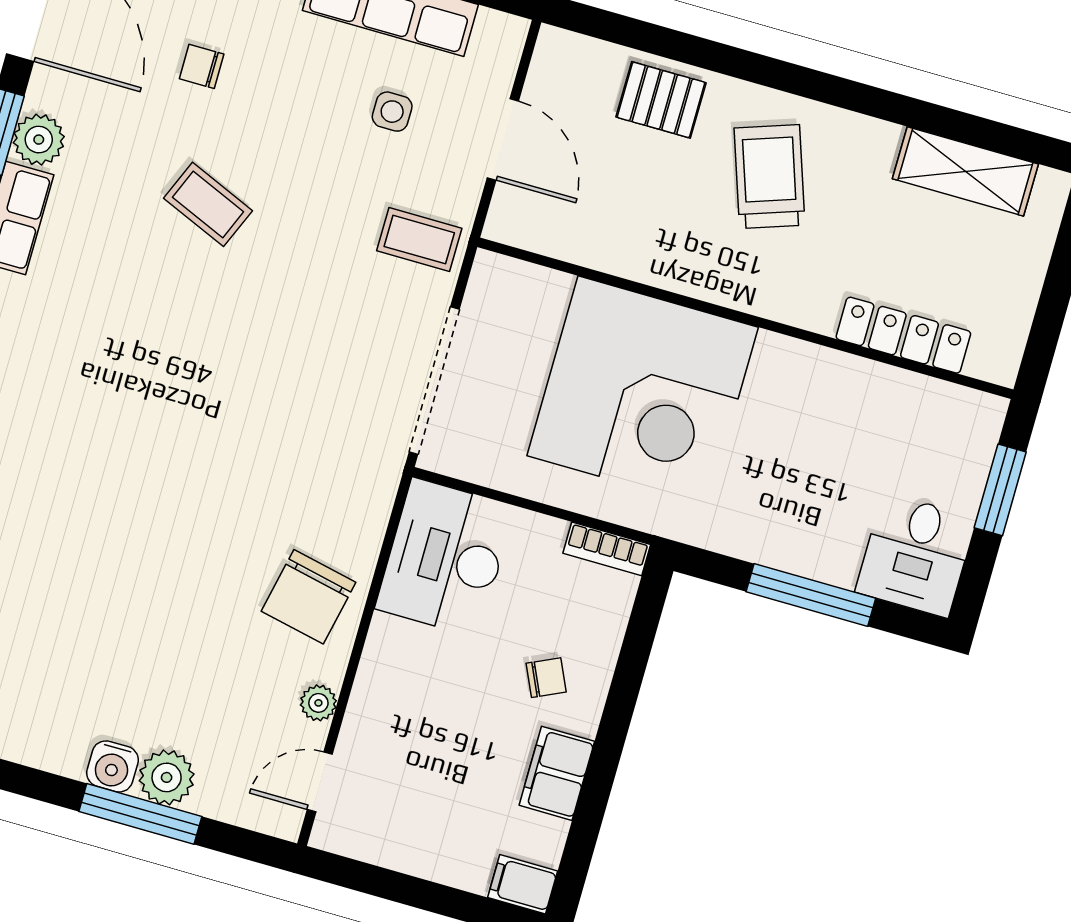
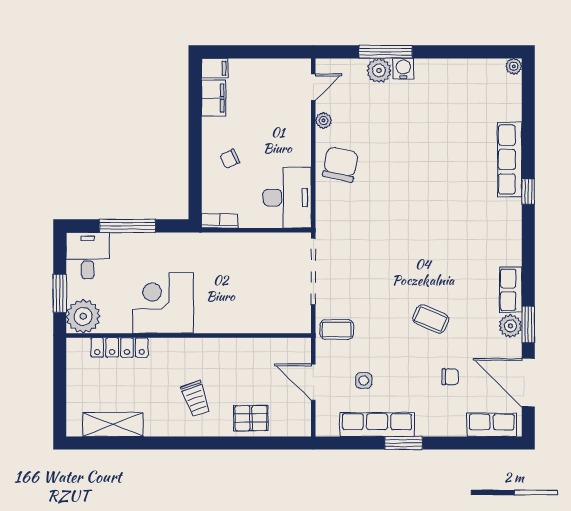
trolley: (770, 177) -> (196, 399), width x0.73, depth x0.72
corner desk: (643, 392) -> (163, 303), moved, width x0.74, depth x0.74
plant: (963, 426) -> (83, 316), added
filing cabinet: (557, 773) -> (214, 98), moved

